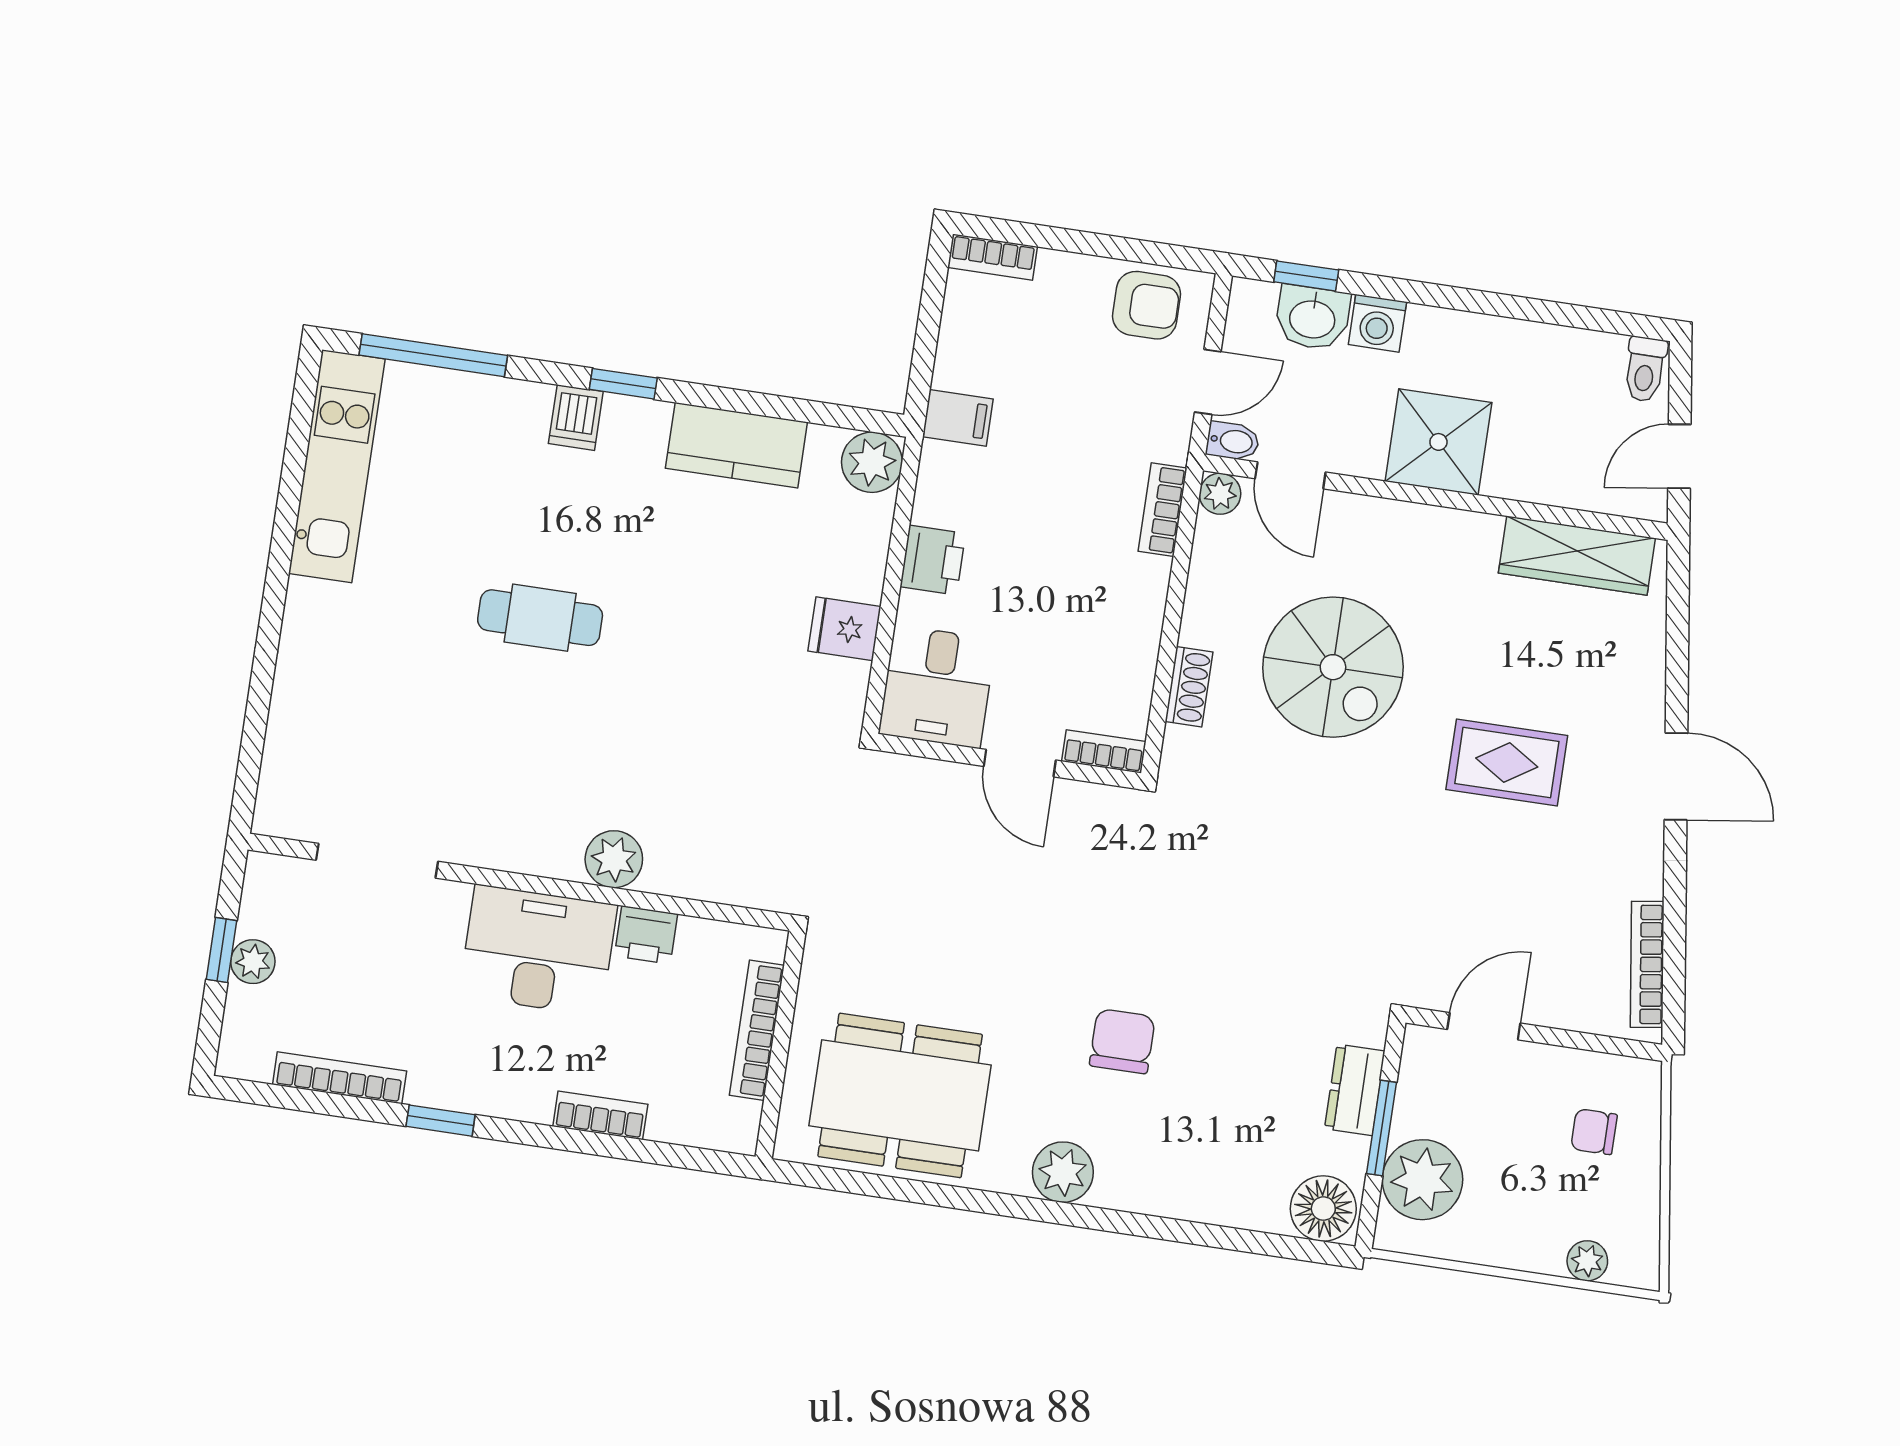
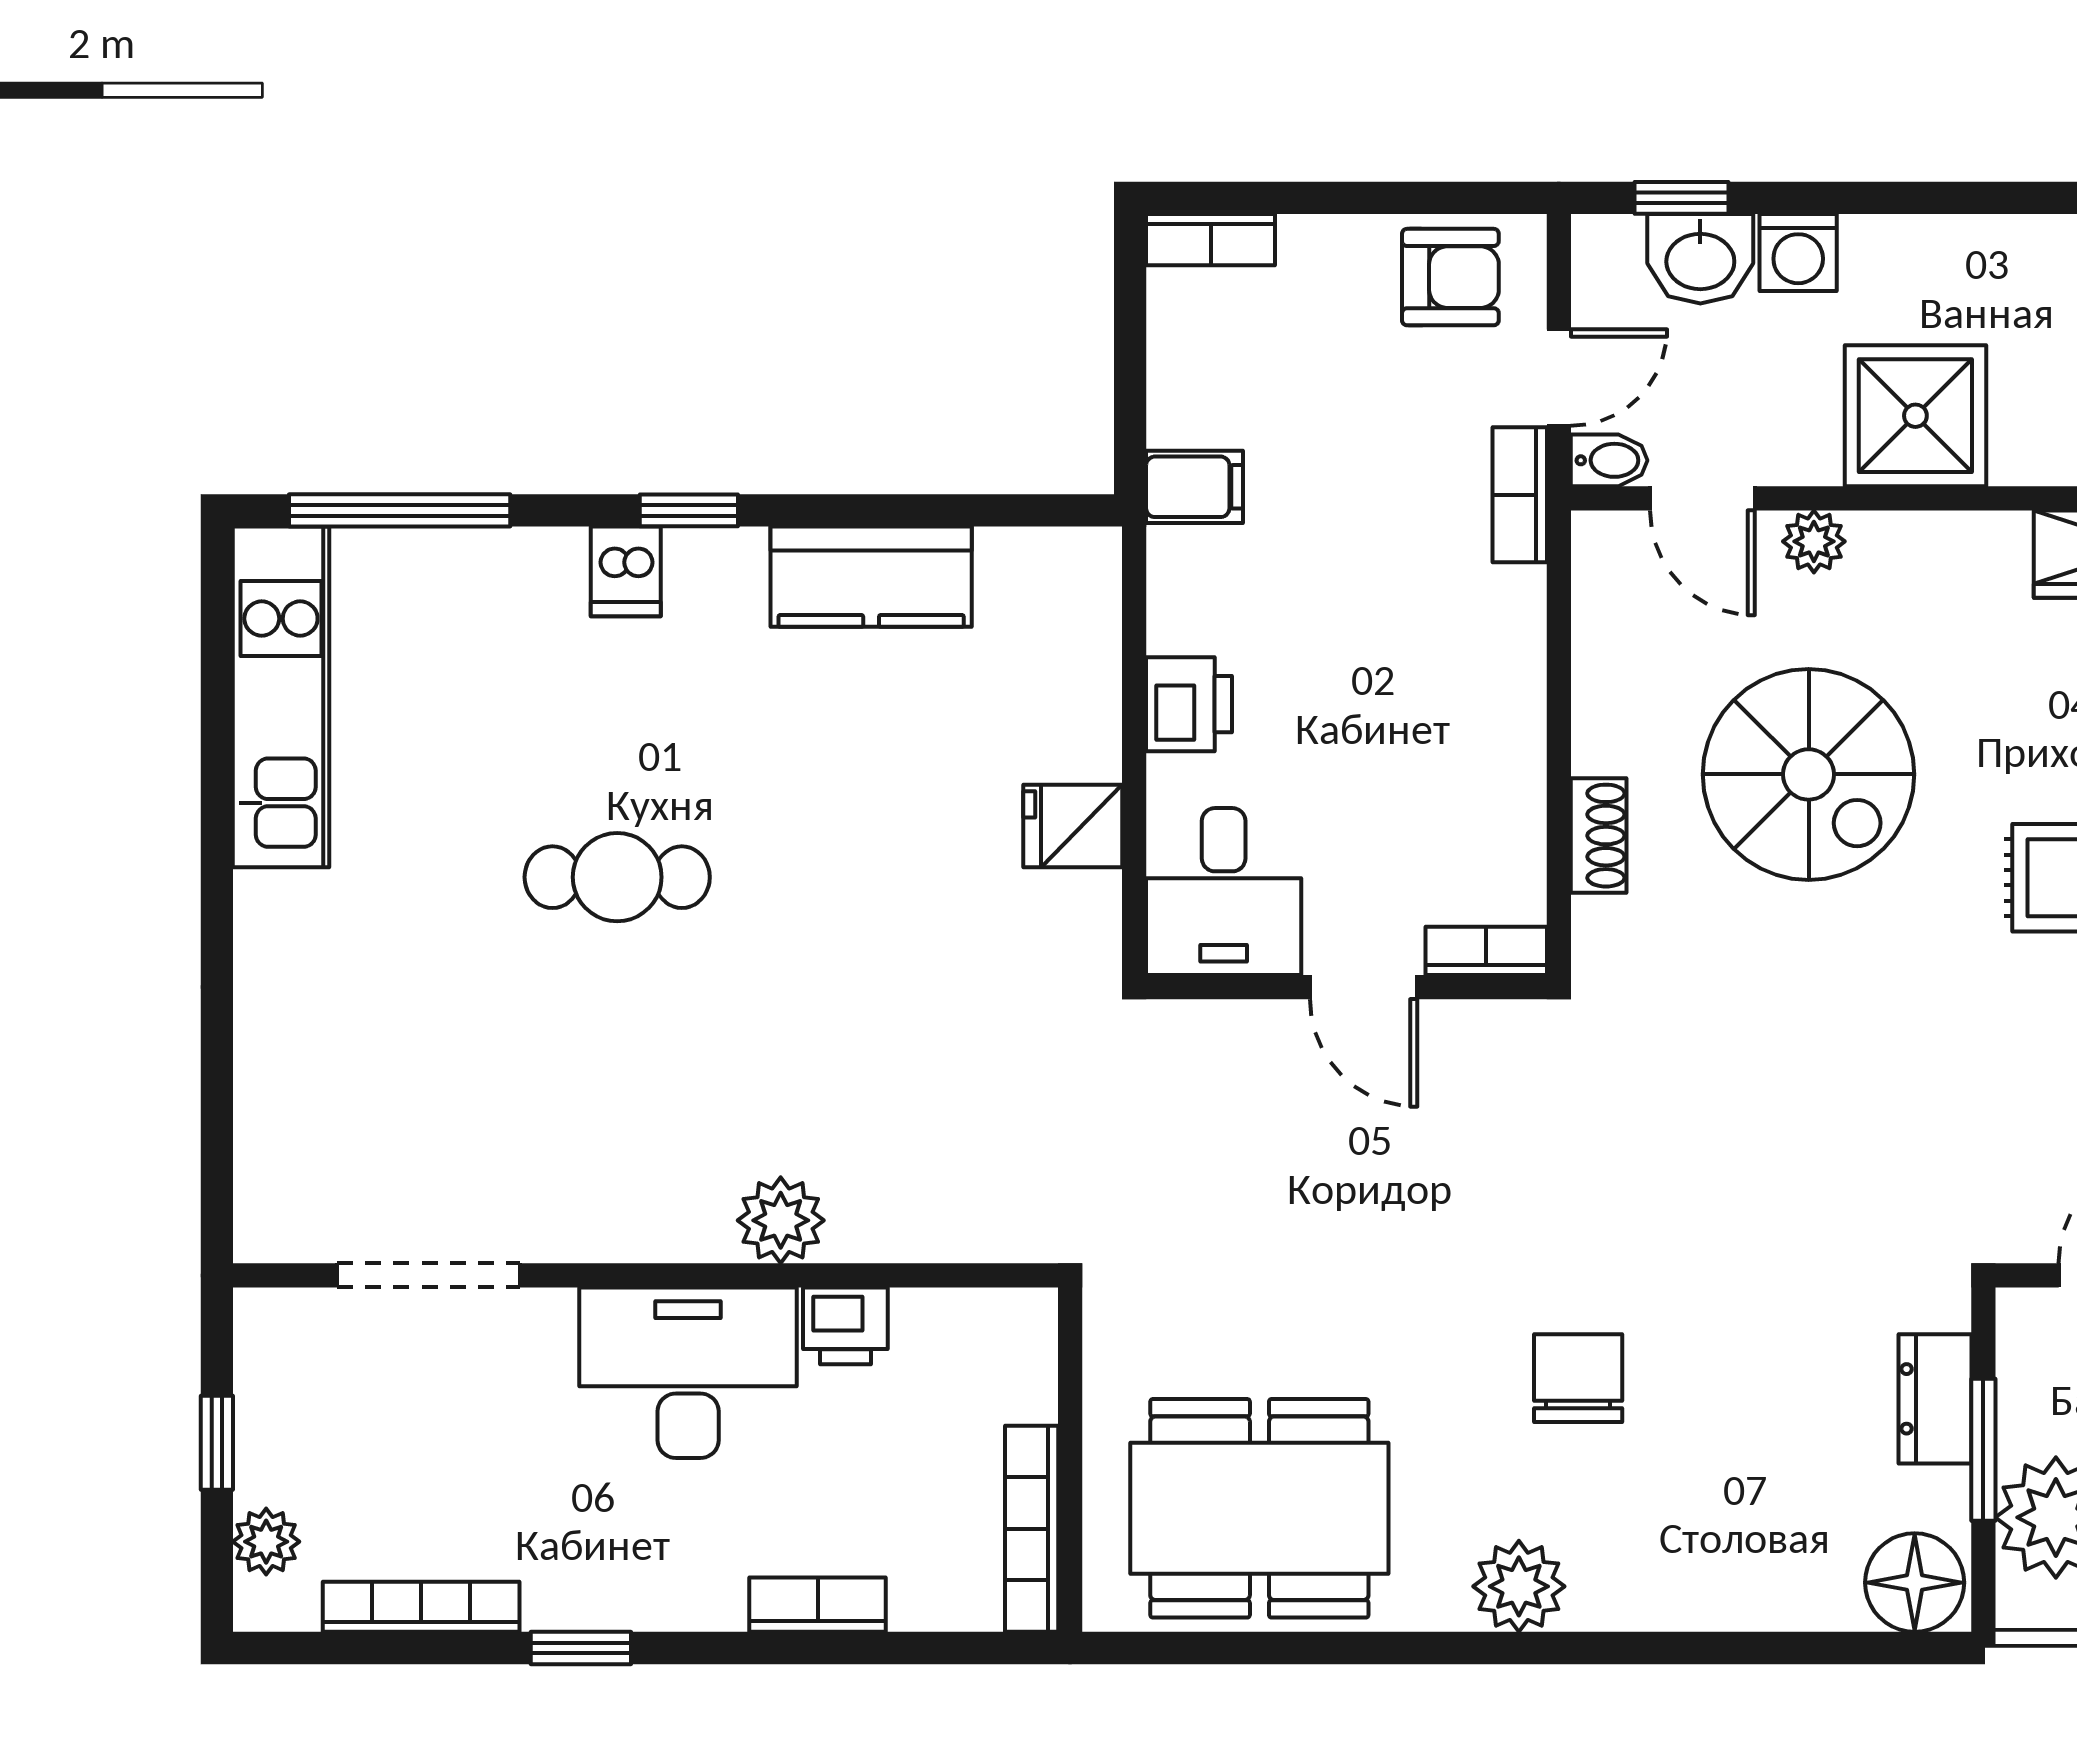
plant: (872, 462) -> (1077, 572), removed
plant: (1220, 494) -> (1814, 541), moved
bookcase: (1163, 510) -> (1520, 495), moved
plant: (253, 962) -> (266, 1542), moved
bookcase: (757, 1030) -> (1032, 1529), moved

